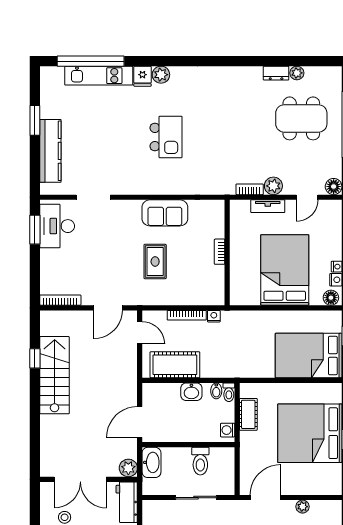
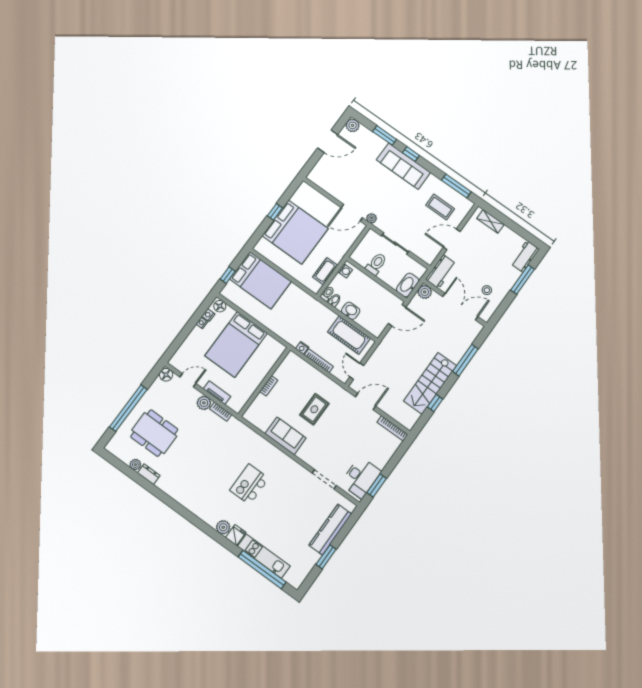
window: (35, 426) -> (465, 360), added
plant: (302, 507) -> (372, 218), moved

